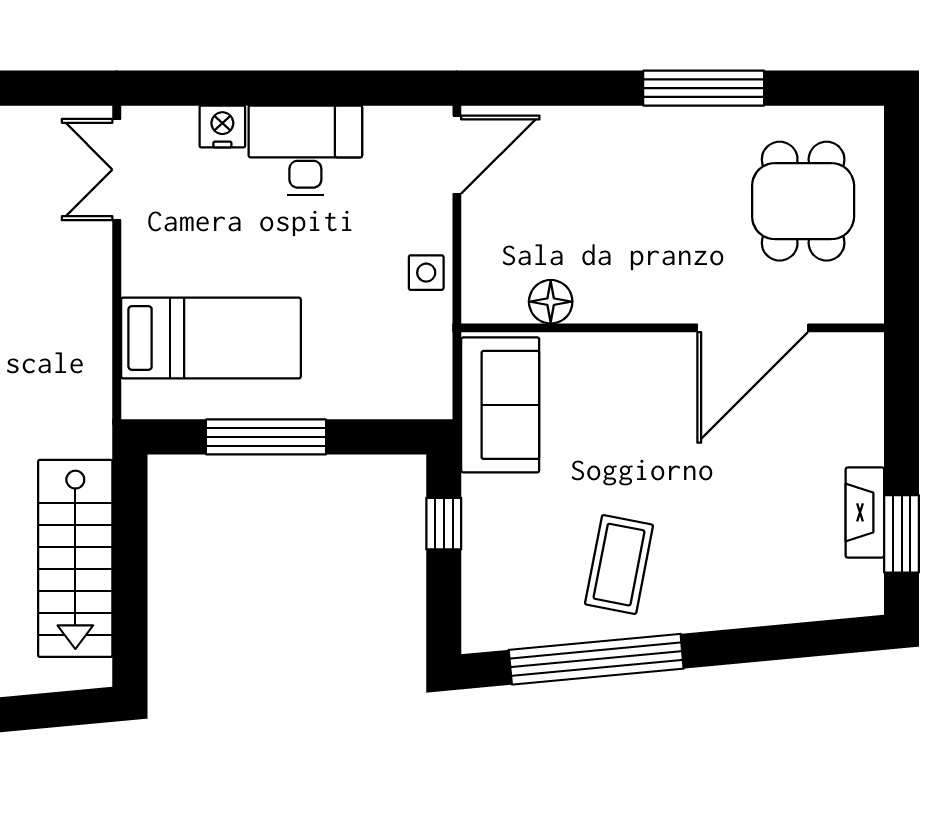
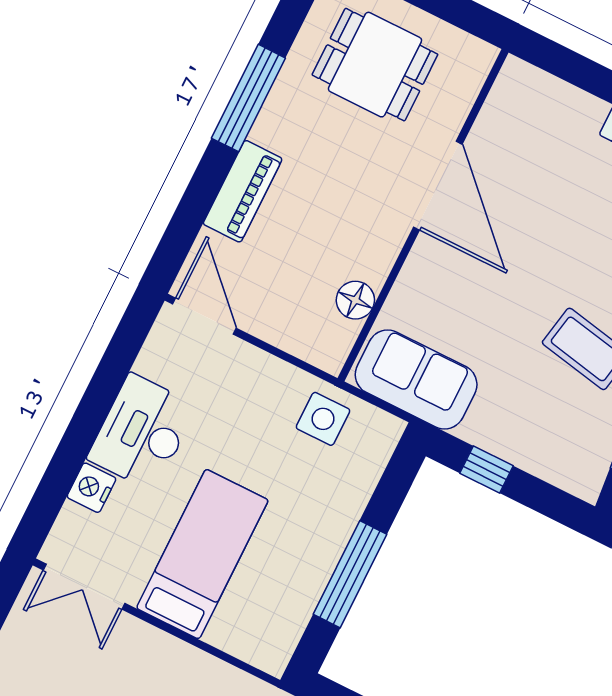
piano: (605, 130) -> (243, 191), added
side table: (426, 273) -> (323, 419), moved, width x1.37, depth x1.37
door: (753, 328) -> (438, 186), moved
bed: (211, 338) -> (202, 554), moved

